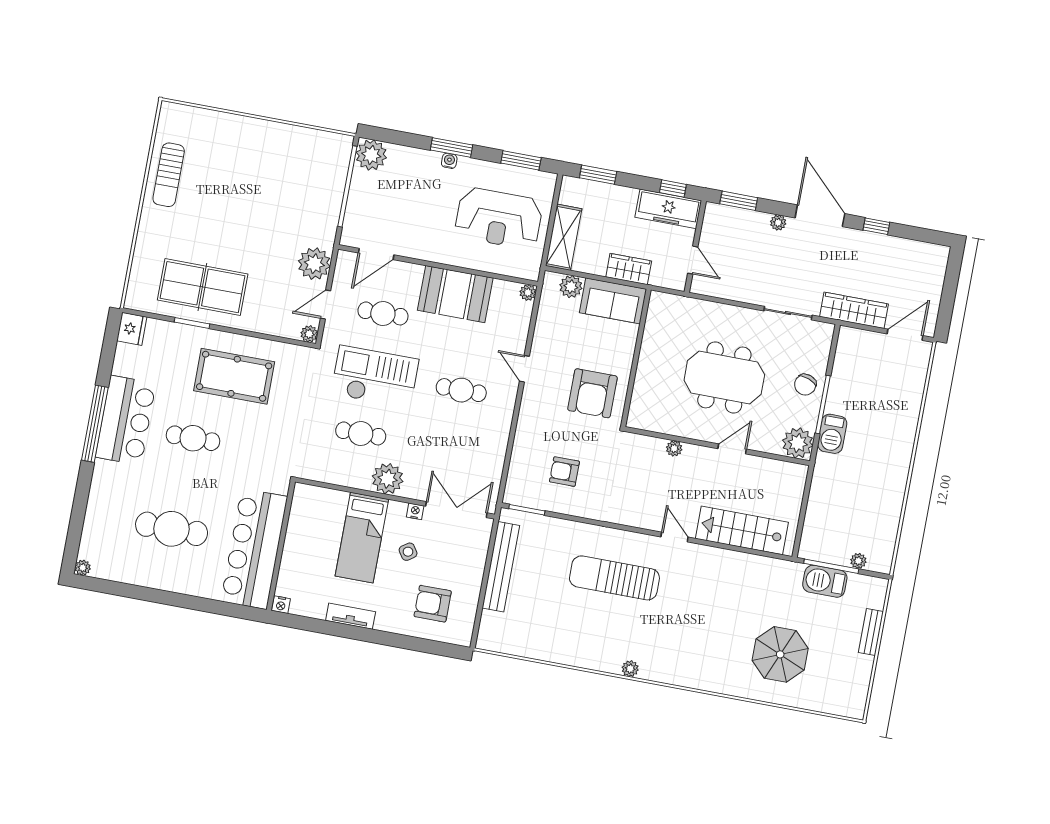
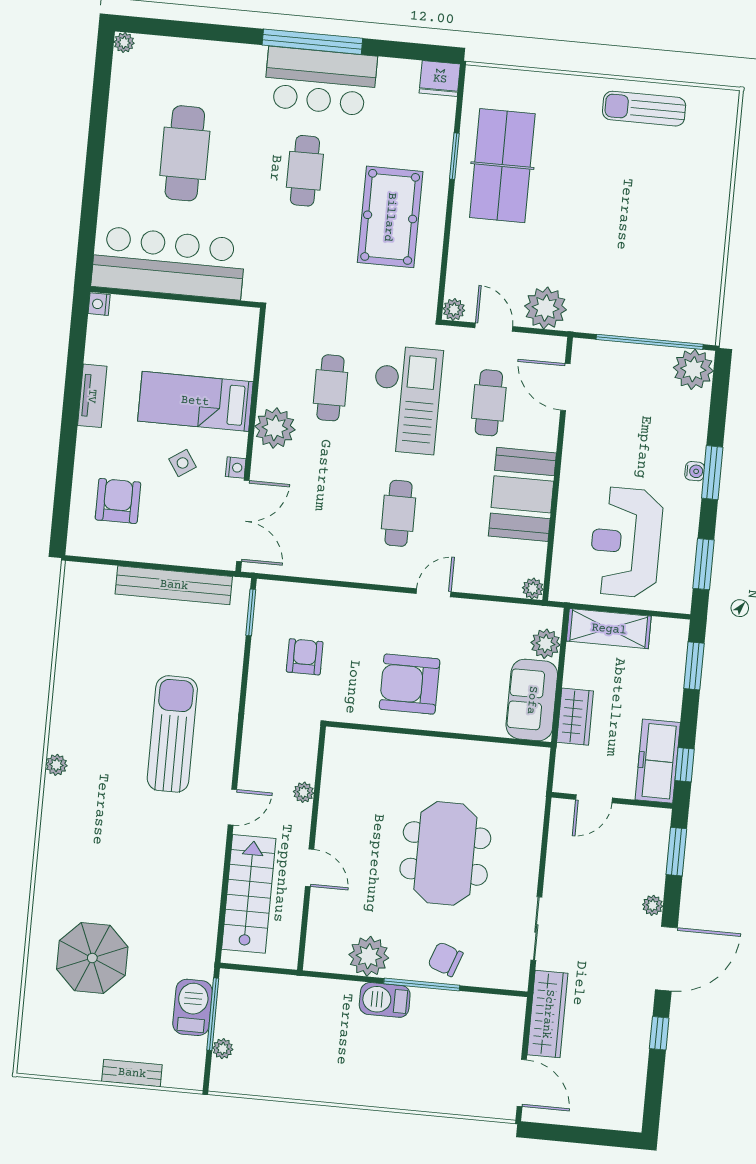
wall: (717, 446) -> (312, 848), moved
plant: (674, 448) -> (304, 792), moved
door: (732, 449) -> (310, 868), moved

